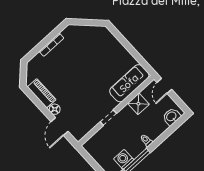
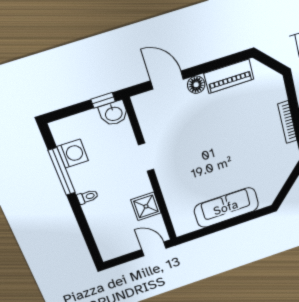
sofa: (129, 83) -> (226, 208), moved, turned -90
washbasin: (172, 117) -> (114, 113), moved, turned 90
window: (86, 156) -> (103, 100), added

